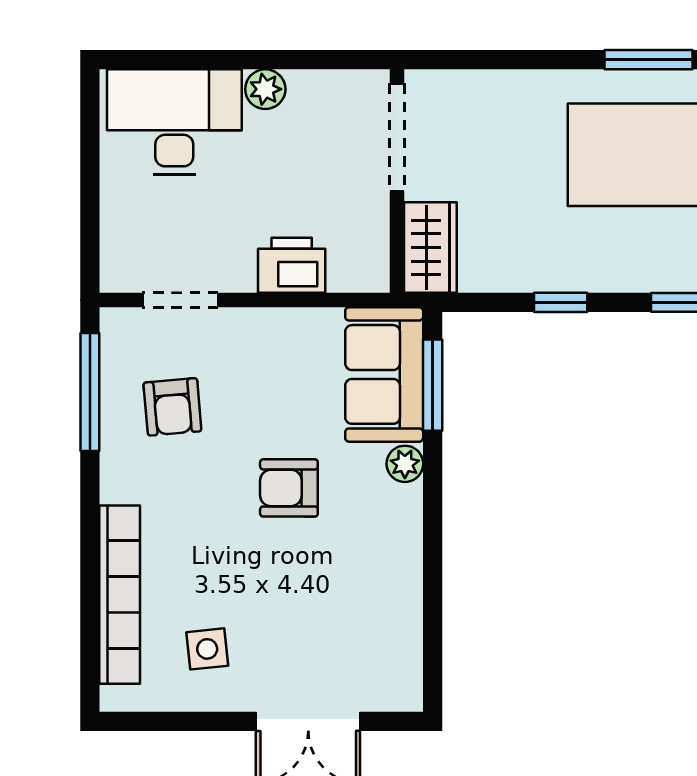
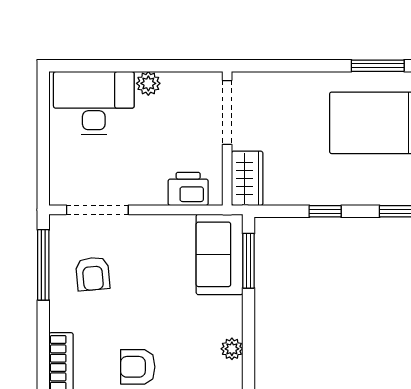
printer: (292, 265) -> (188, 189), moved
doorway: (180, 300) -> (97, 210), width x1.38
plant: (405, 464) -> (232, 349), moved
armchair: (289, 488) -> (138, 367), moved

